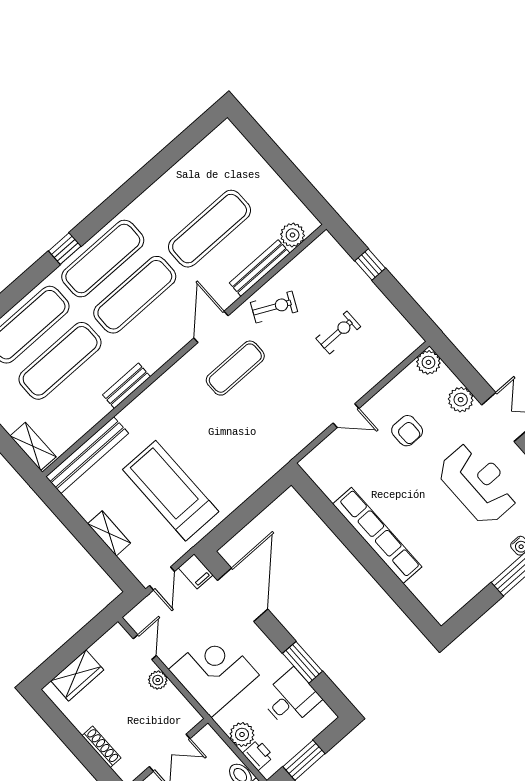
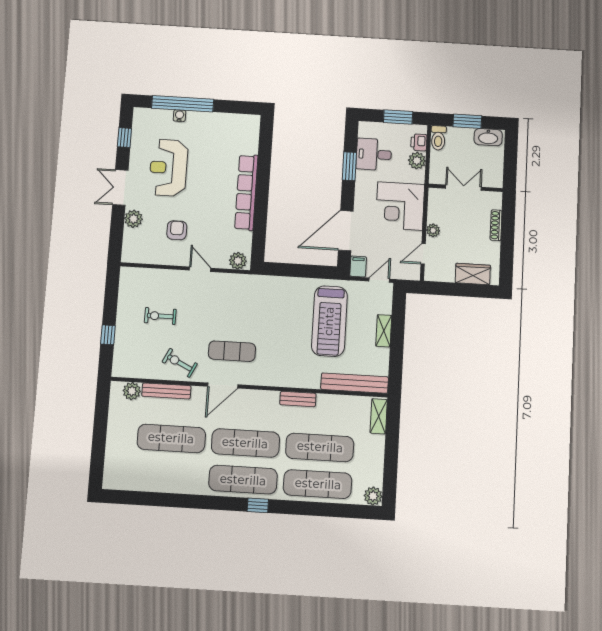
plant: (428, 362) -> (238, 261), moved

